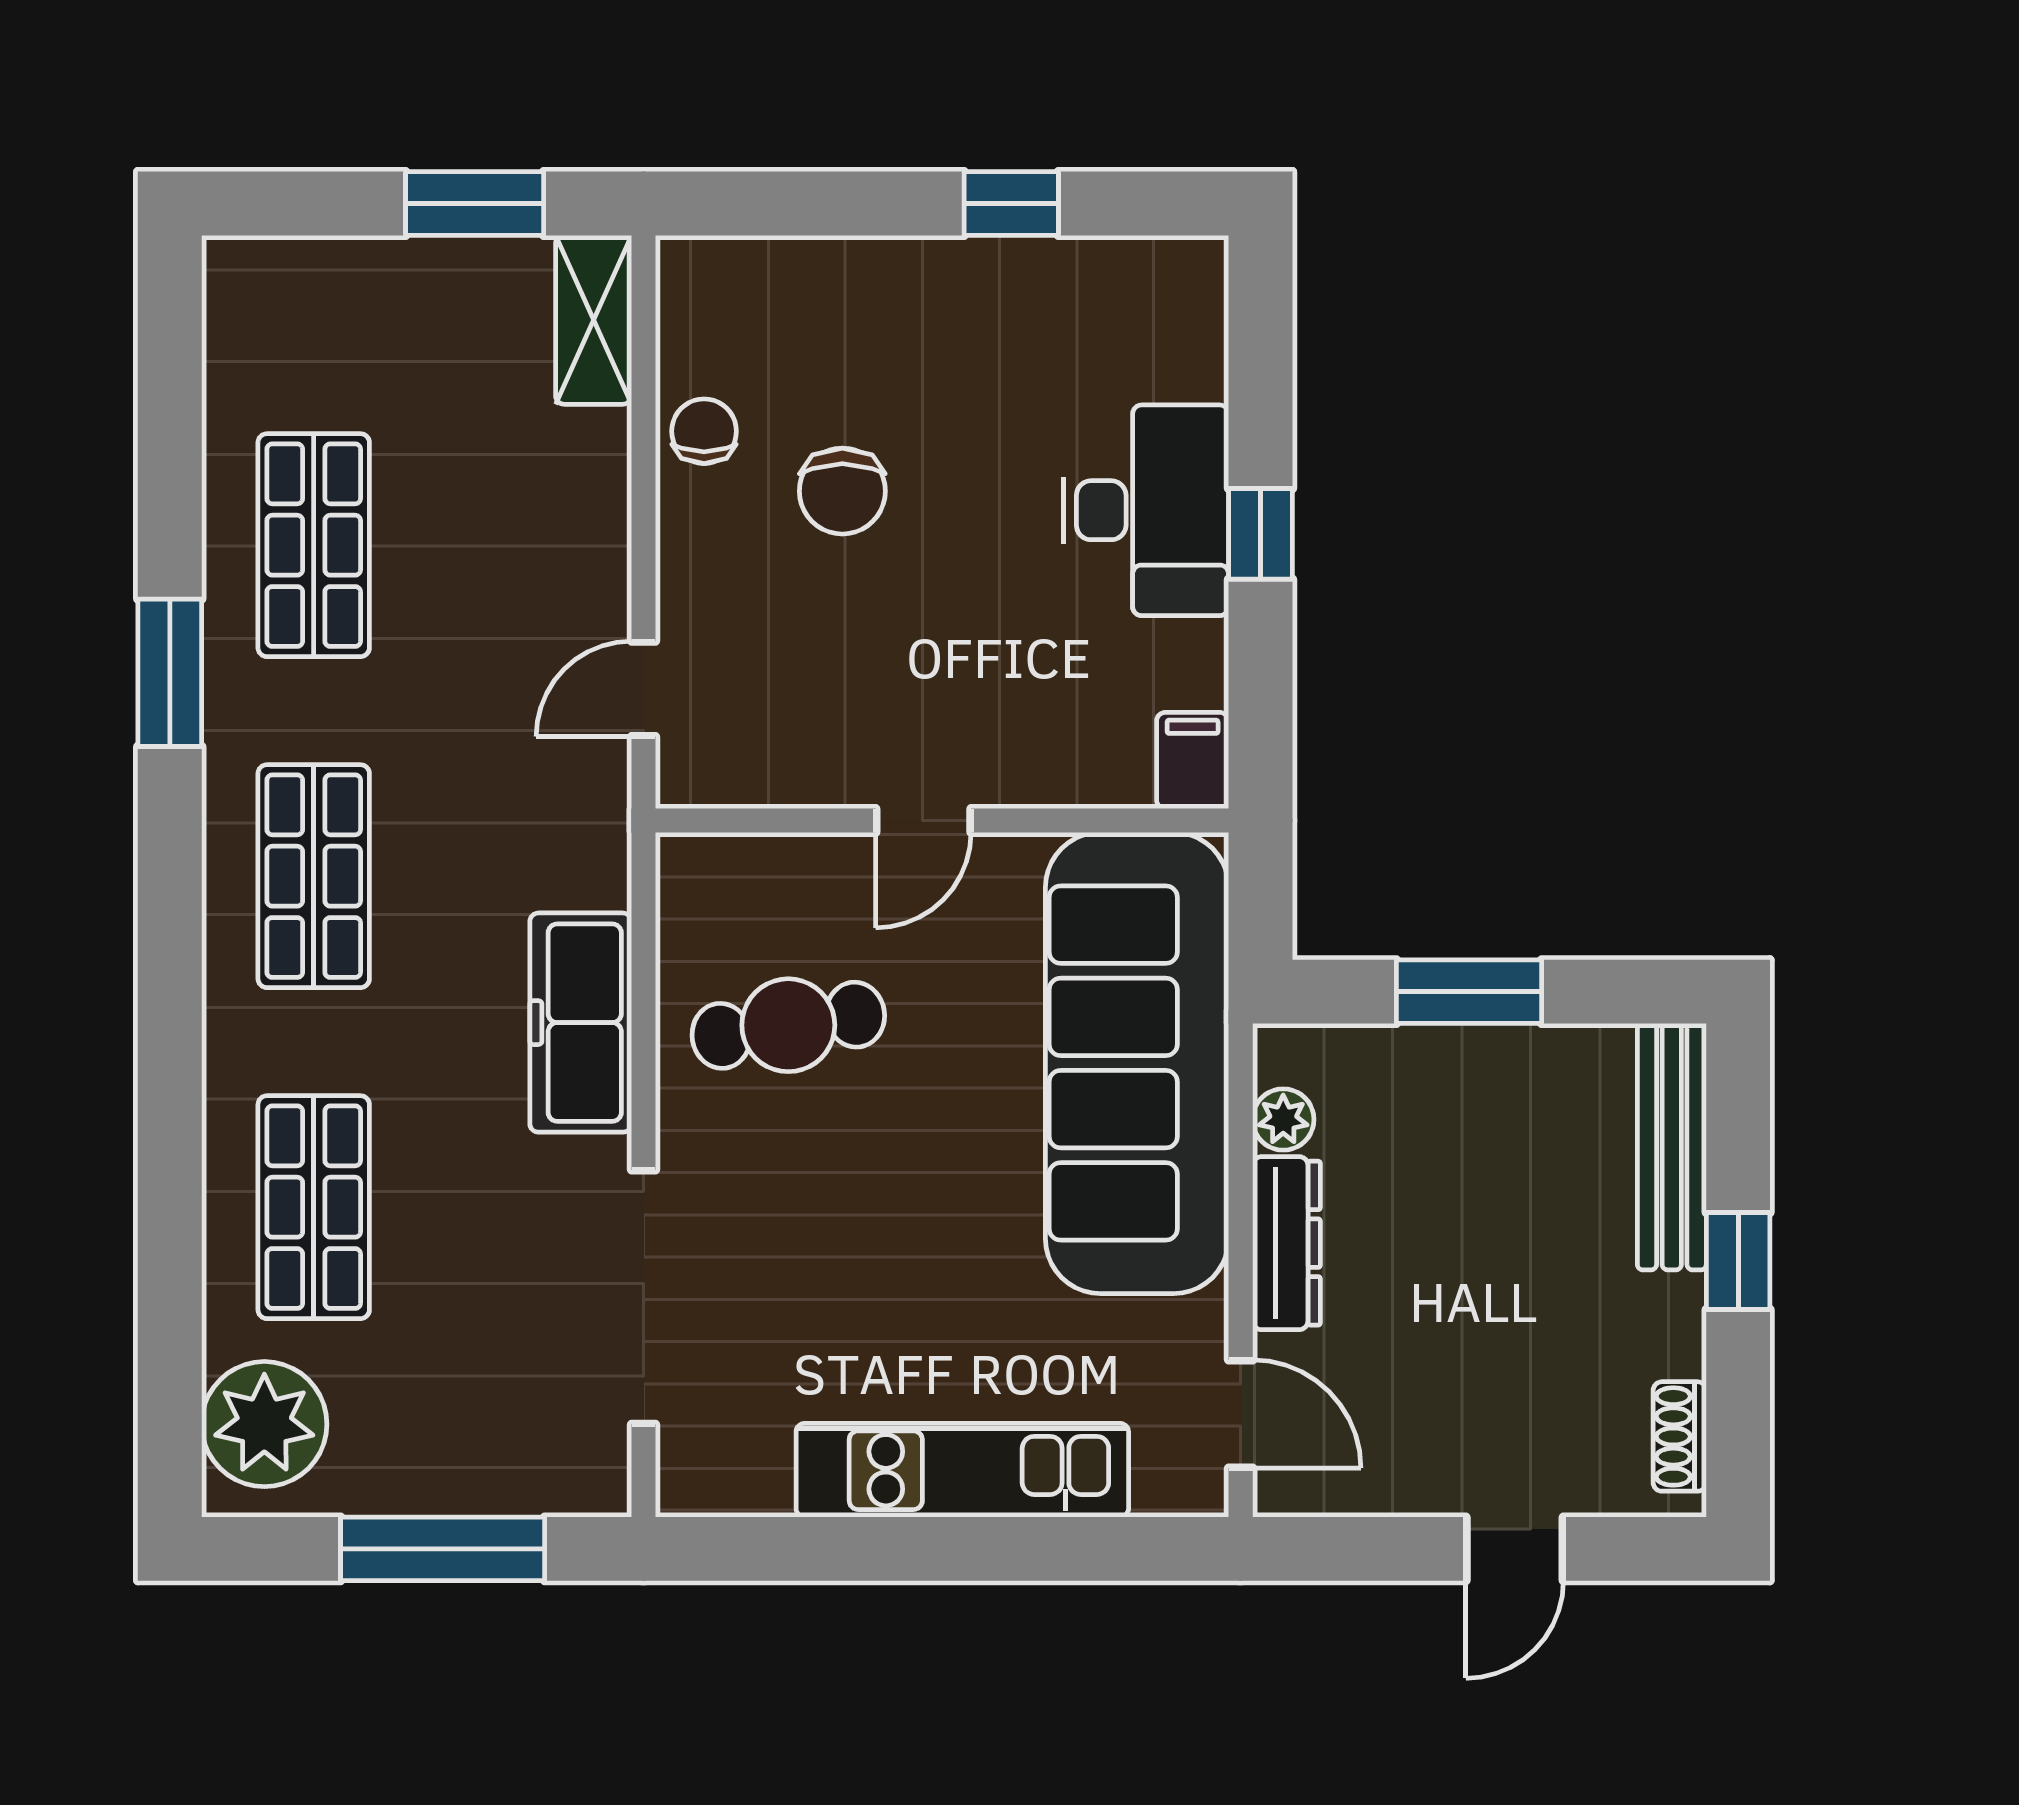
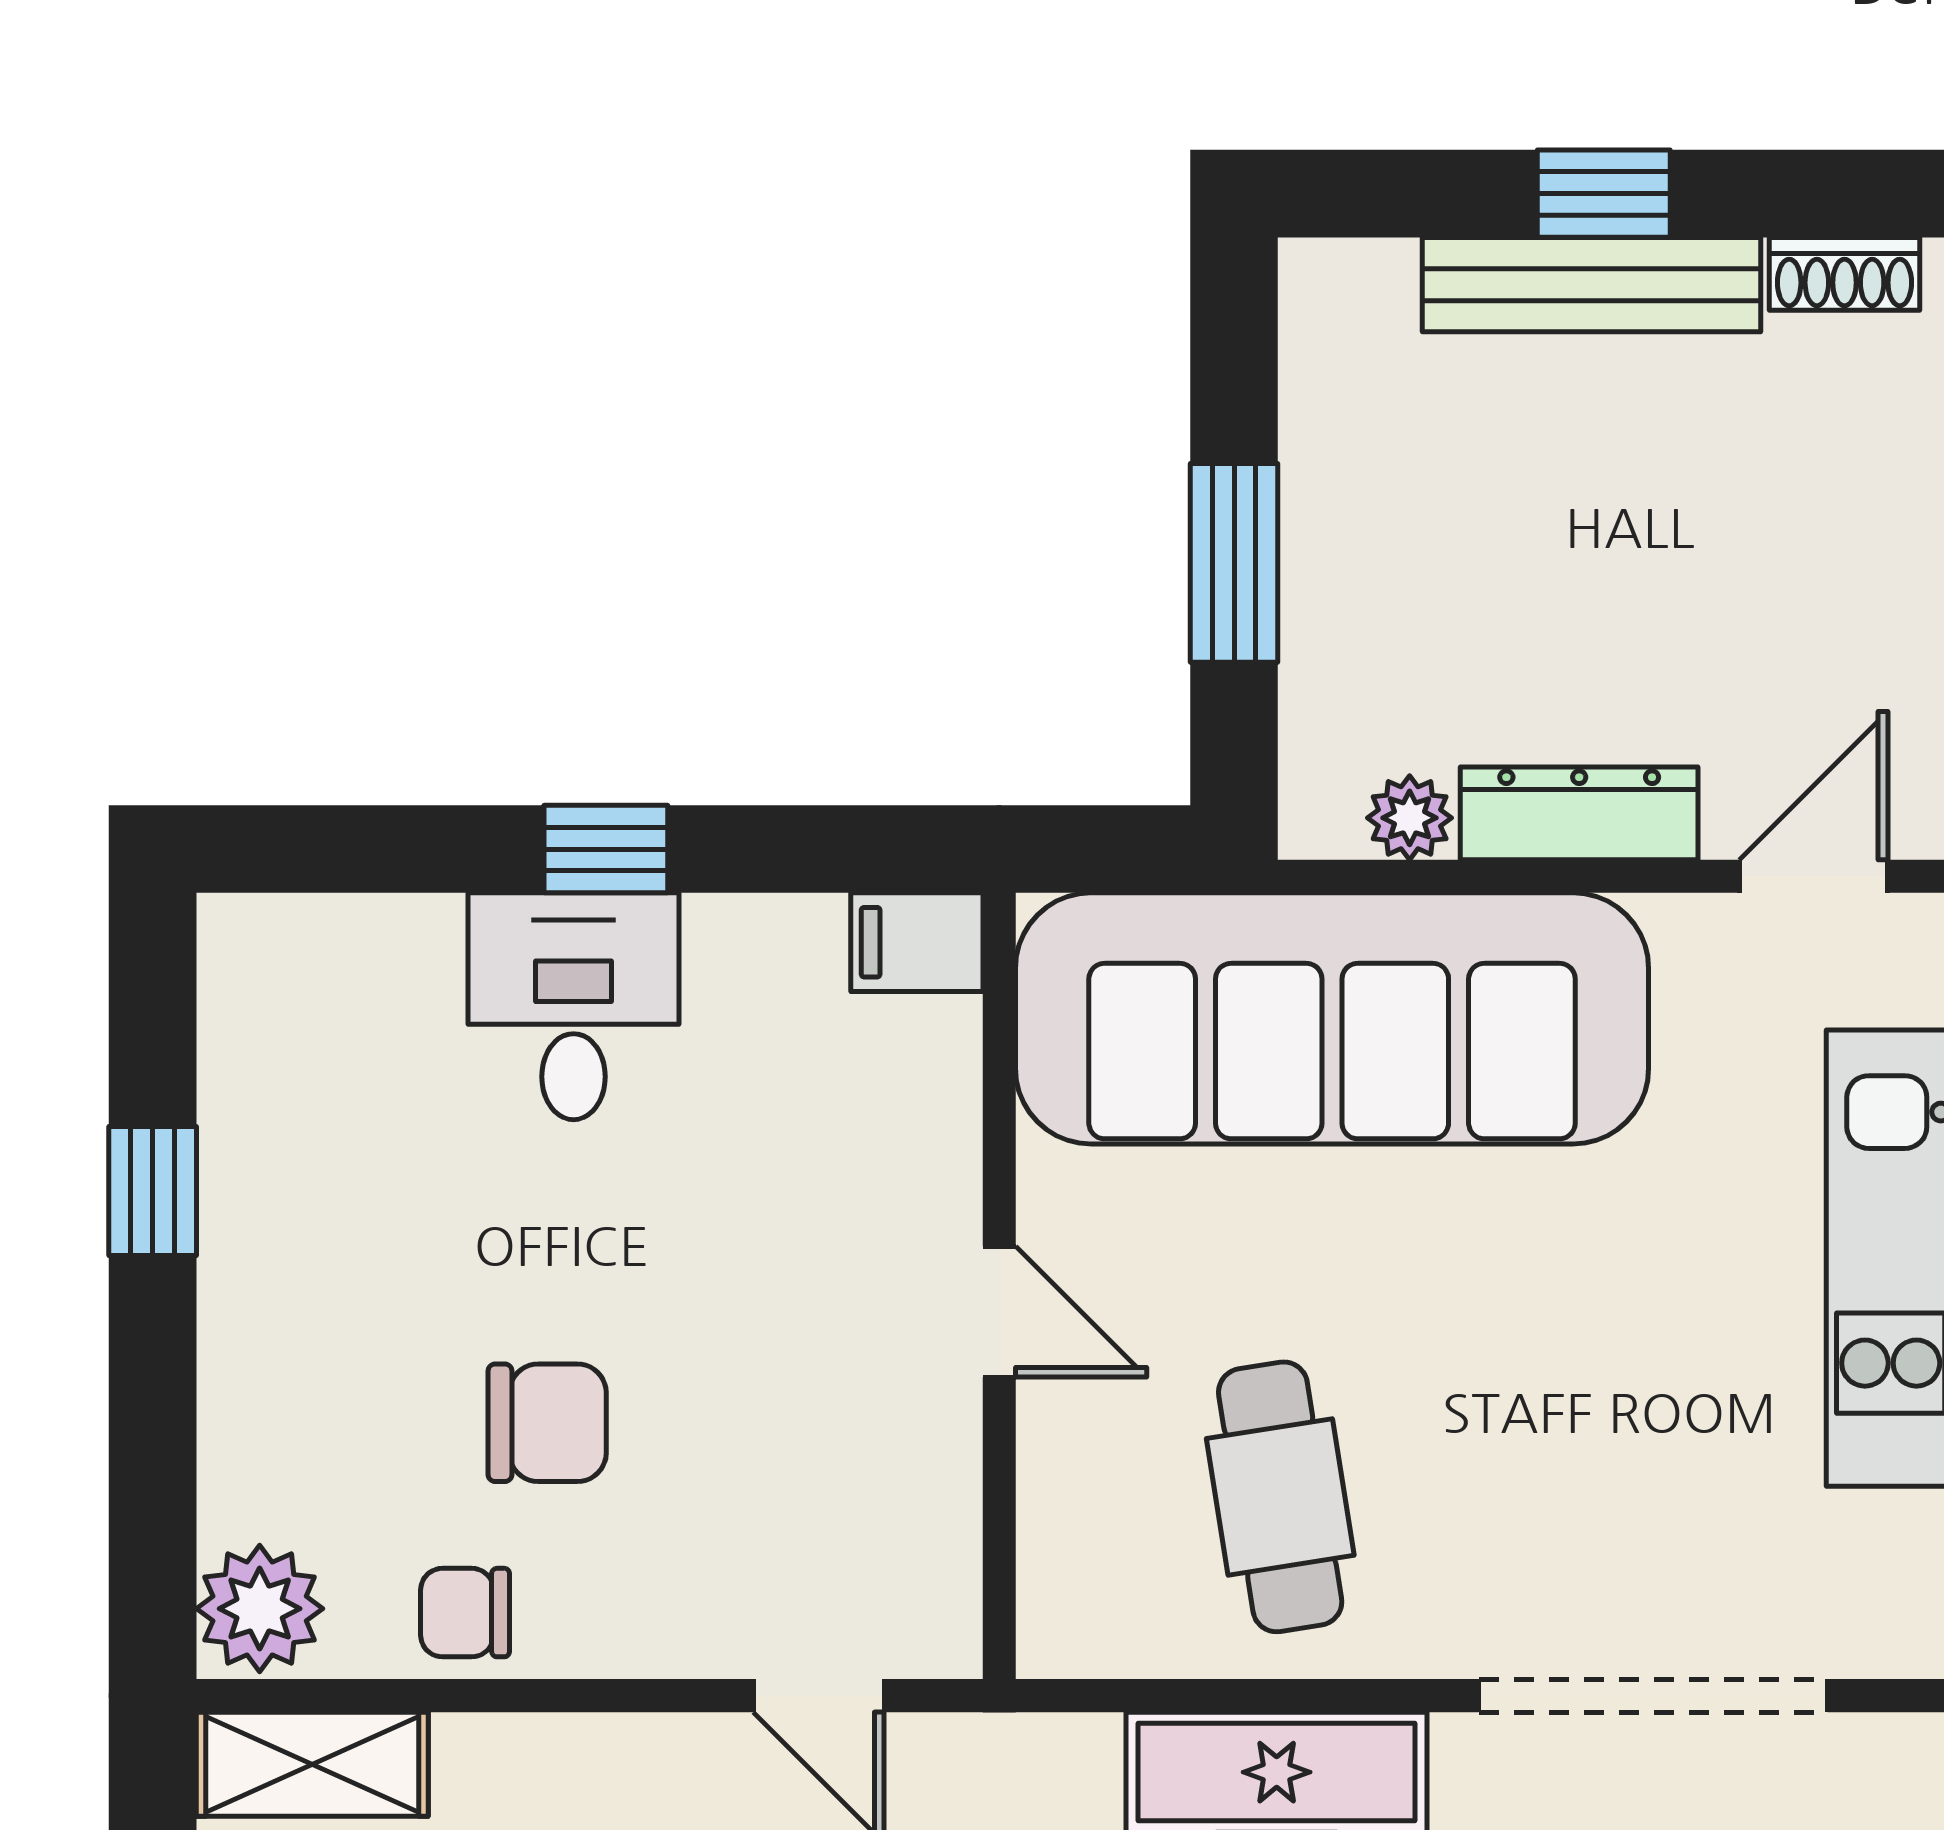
plant: (707, 281) -> (260, 1609), added
desk: (1146, 510) -> (574, 1006), width x0.73
bench: (1672, 1147) -> (1591, 285), moved

